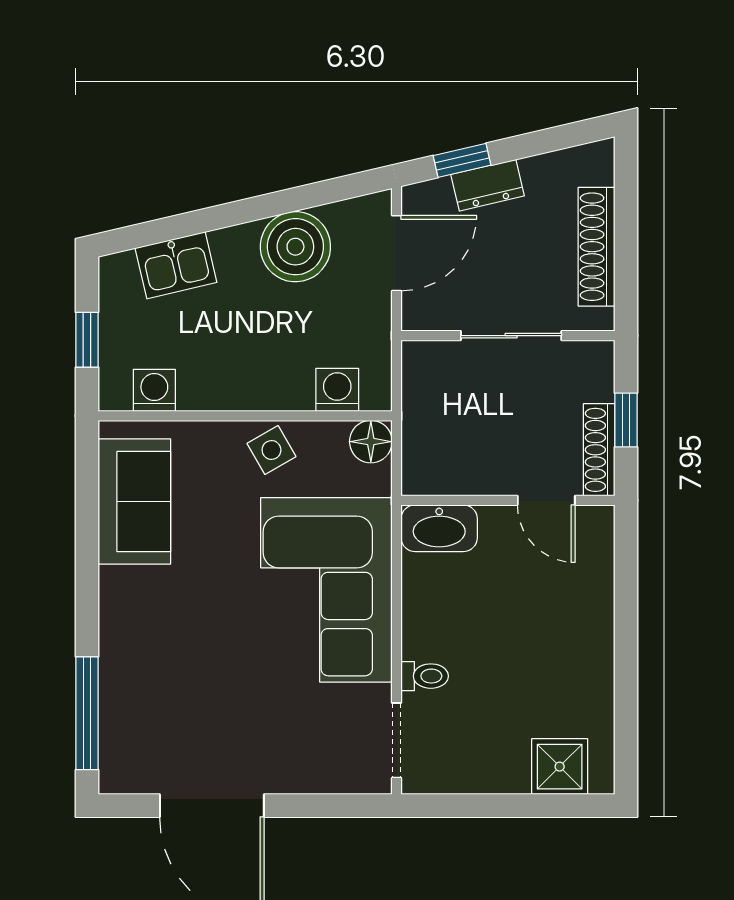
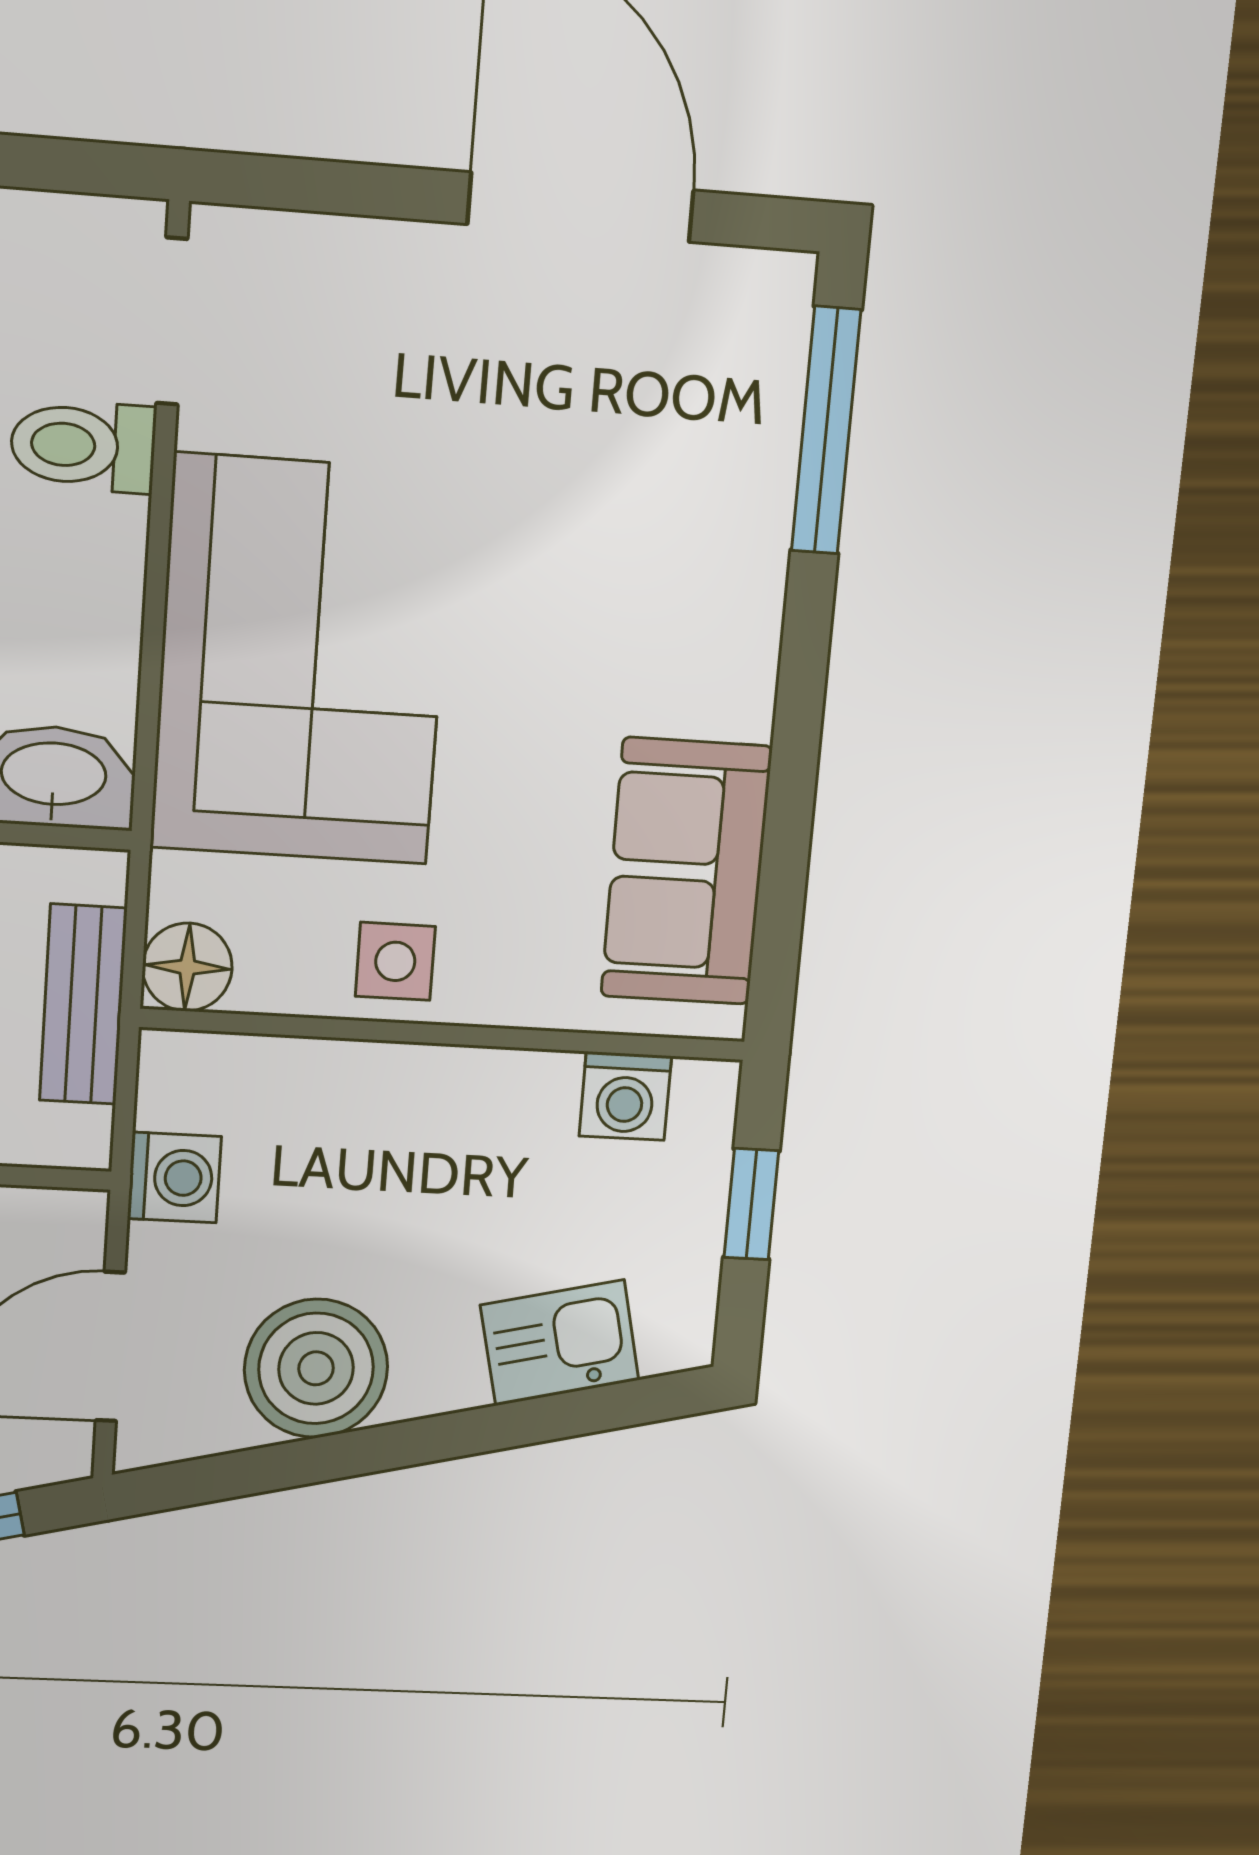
washing machine: (337, 390) -> (174, 1178), moved, turned -90
bench: (419, 421) -> (83, 1004), added
side table: (271, 450) -> (395, 961), turned 30
toilet: (425, 676) -> (83, 446), width x1.37, depth x1.39

